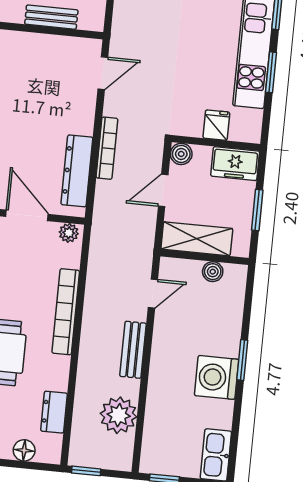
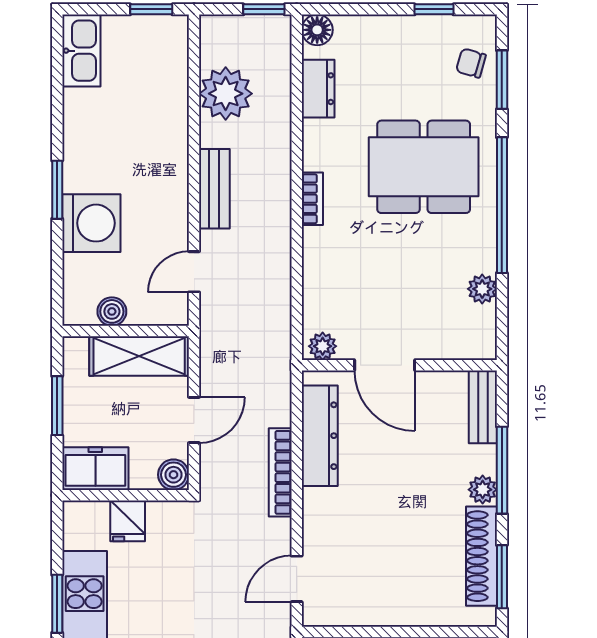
bookcase: (66, 312) -> (312, 199), width x0.43, depth x0.76
washing machine: (217, 377) -> (91, 223), moved
floor lamp: (24, 450) -> (317, 30), moved

